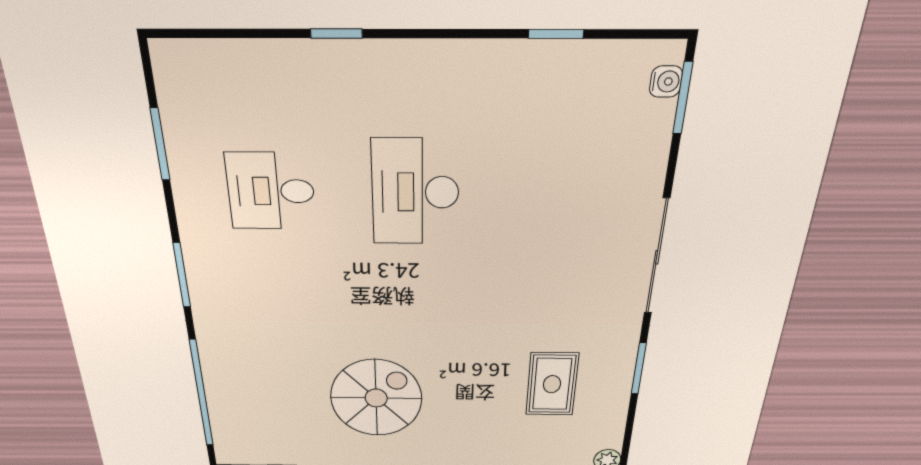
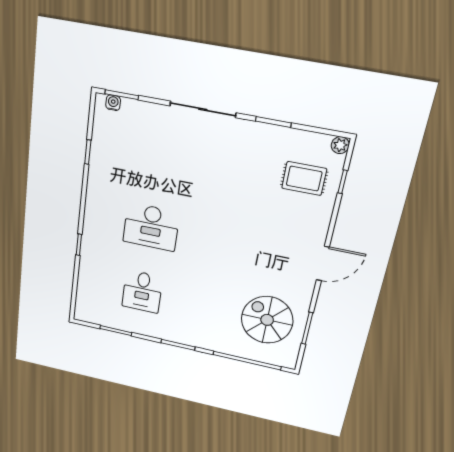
rug: (552, 384) -> (304, 178), moved
spiral stairs: (376, 398) -> (267, 320), moved

